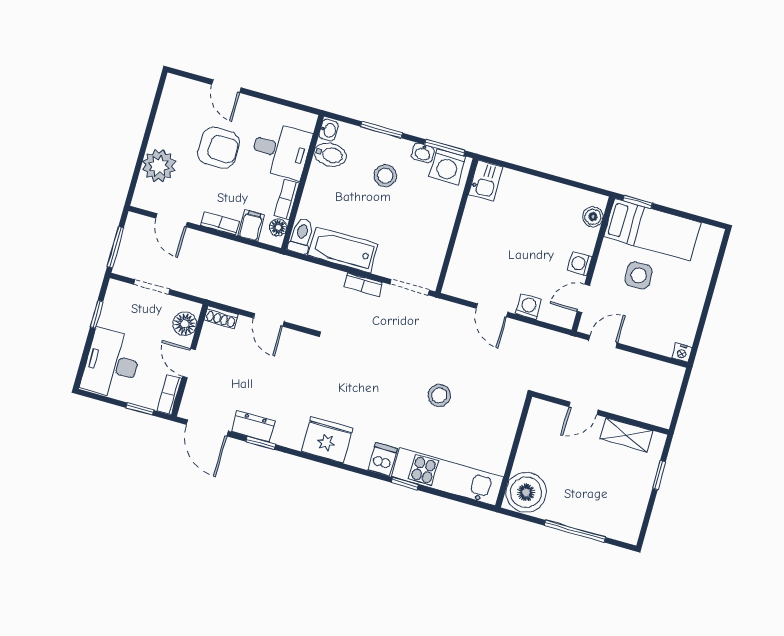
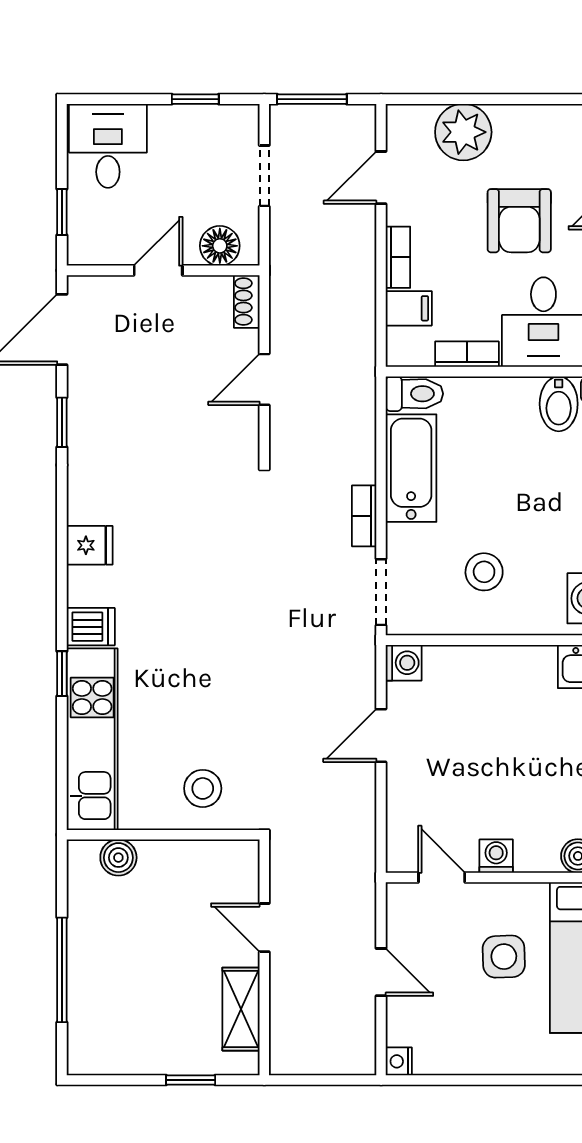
stool: (385, 176) -> (484, 572), moved
floor lamp: (278, 227) -> (418, 353), removed
washing machine: (528, 307) -> (404, 663), moved
door: (603, 342) -> (381, 972), moved
desk: (112, 364) -> (108, 146), width x0.73
bookcase: (169, 395) -> (98, 253), removed
stool: (439, 395) -> (203, 788), moved
dresser: (253, 426) -> (85, 403), removed
fridge: (327, 440) -> (90, 545), width x0.53, depth x0.75
boiler: (526, 492) -> (118, 858), width x0.54, depth x0.54

